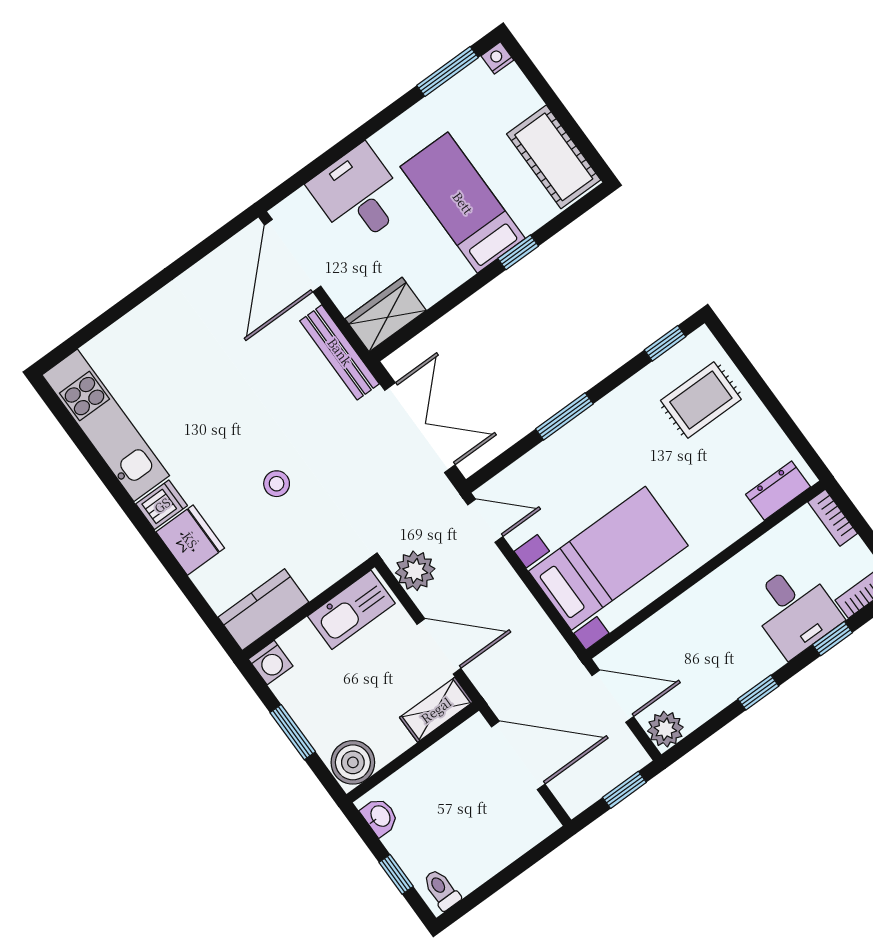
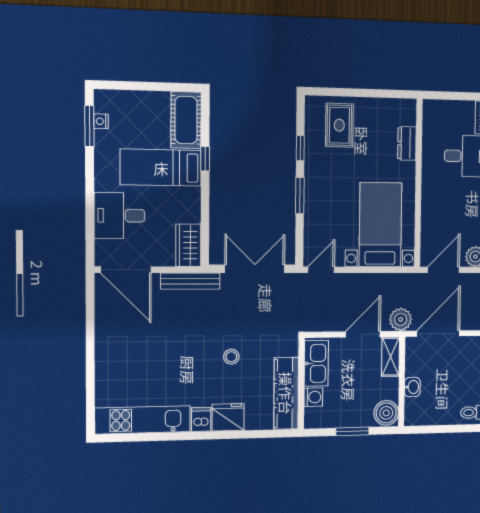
nightstand: (497, 58) -> (101, 121), moved
cot: (554, 157) -> (186, 120), moved, turned 90
window: (665, 343) -> (300, 148), moved
dresser: (778, 491) -> (407, 143), moved
bookcase: (833, 518) -> (438, 106), removed
plant: (415, 571) -> (401, 319), moved
kitchen counter: (263, 610) -> (286, 393), width x1.50
washing machine: (271, 663) -> (313, 397), moved
washbasin: (380, 817) -> (412, 387), moved, turned 90
window: (396, 874) -> (450, 429), removed

